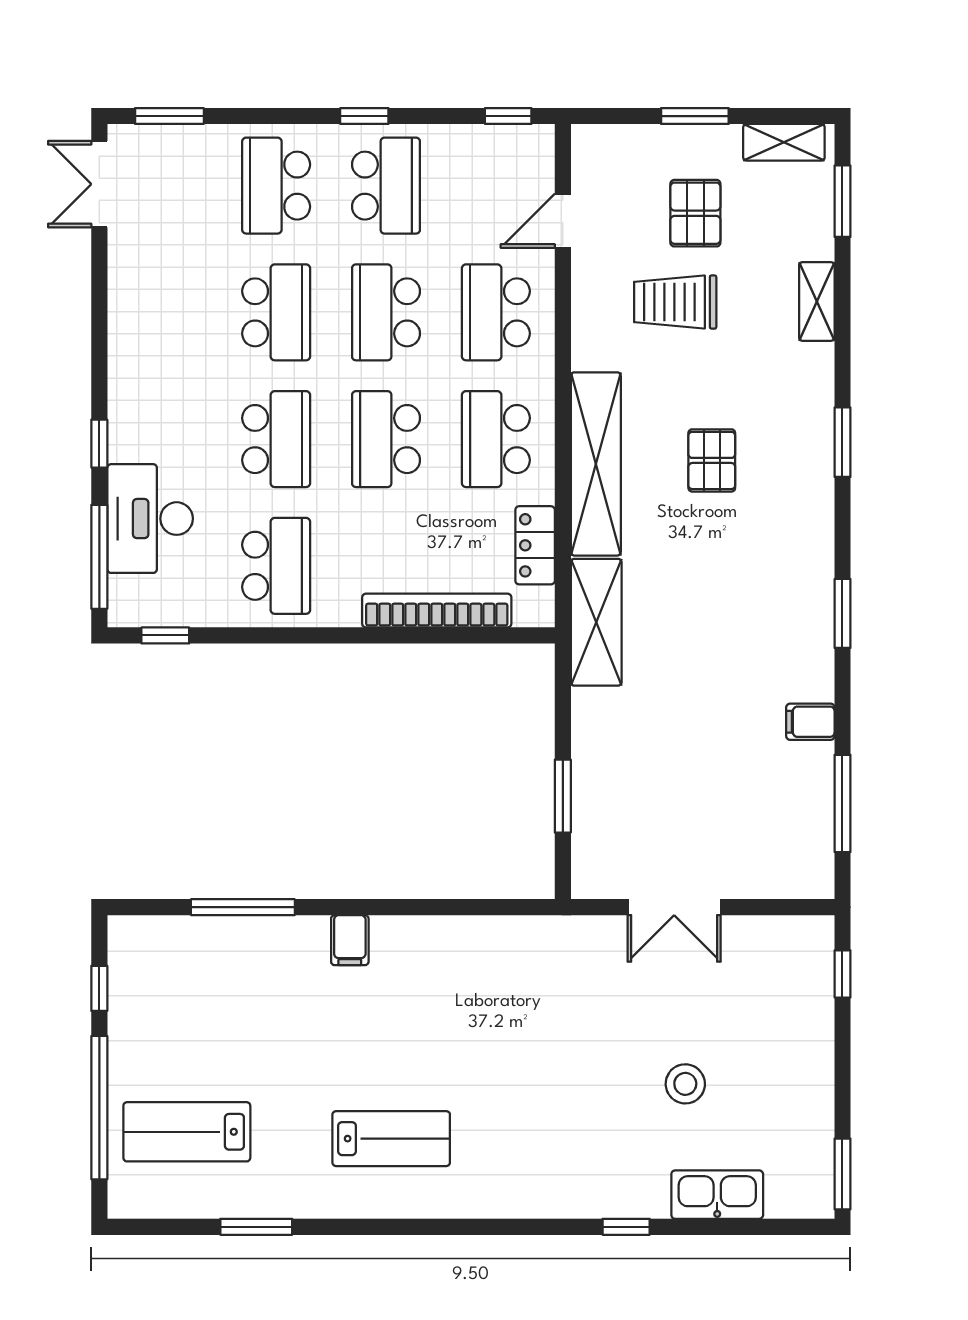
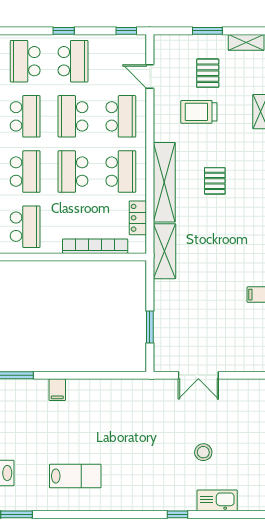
door: (563, 221) -> (150, 77), hinge flipped
school desk: (496, 312) -> (121, 116), turned 180
school desk: (496, 439) -> (121, 172), turned 180

